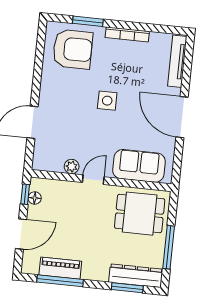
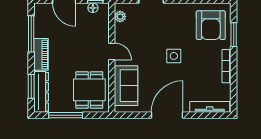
plant: (72, 167) -> (120, 17), moved
piano: (60, 268) -> (41, 54), moved

